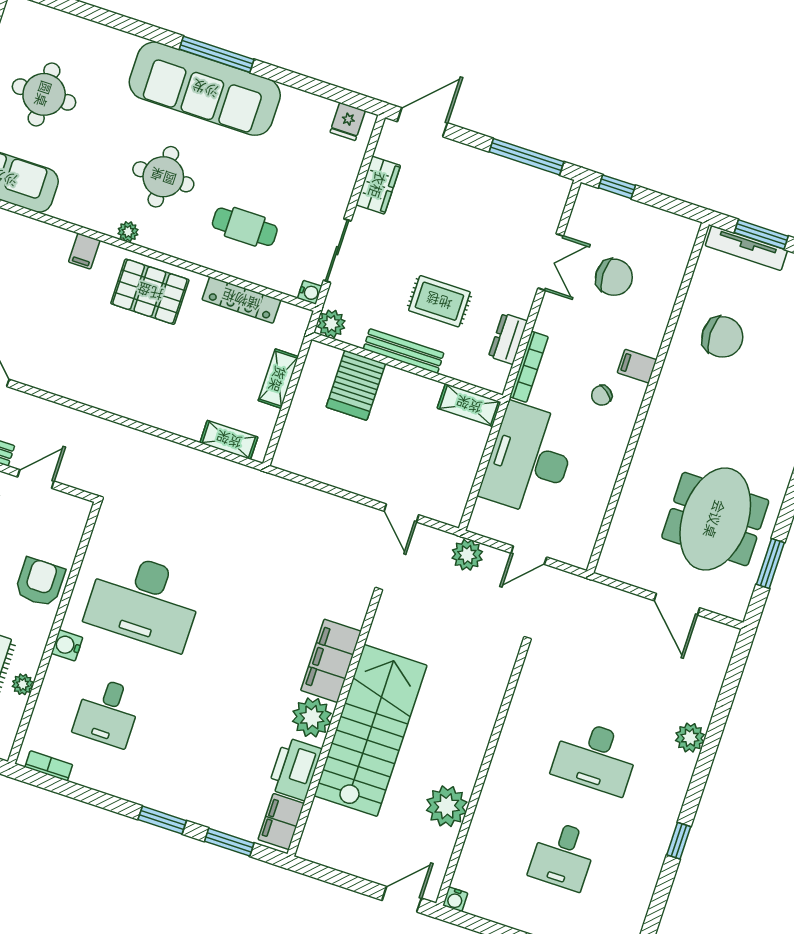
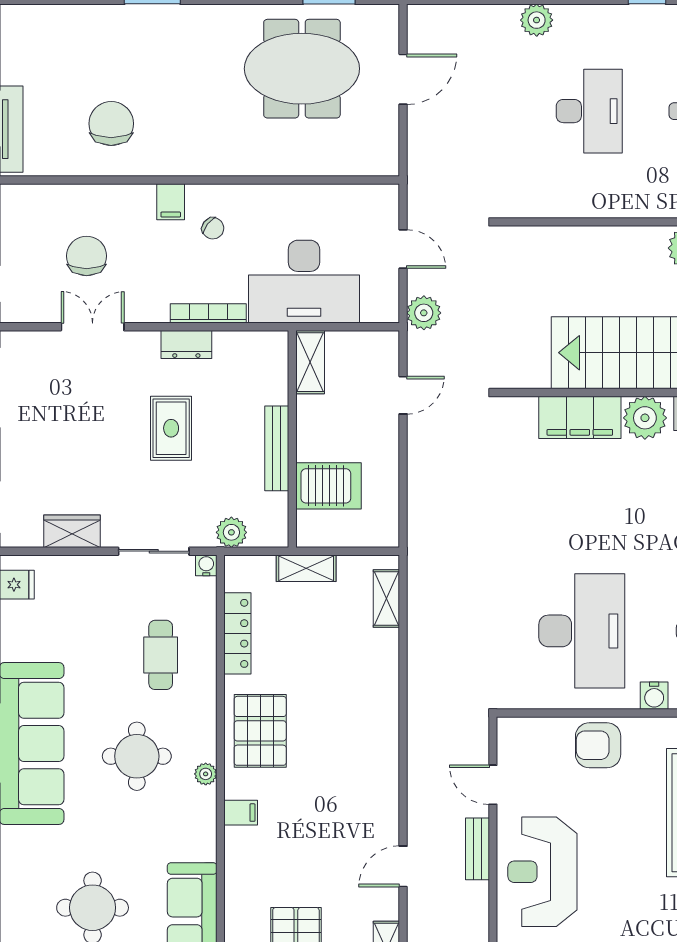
bench: (404, 351) -> (277, 448), moved
wall: (407, 367) -> (292, 439), moved
server rack: (356, 385) -> (329, 486), moved
shelving: (469, 405) -> (310, 362), moved

